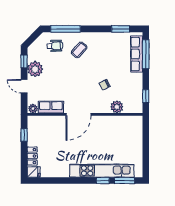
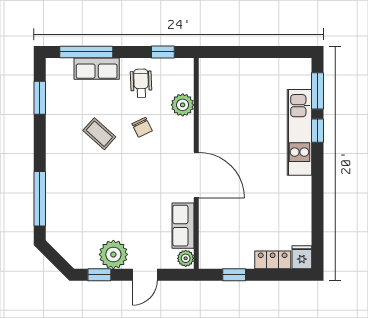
wheelchair: (55, 46) -> (141, 83), moved
coffee table: (79, 50) -> (99, 134), moved
row of seats: (137, 54) -> (97, 69), width x0.68
kitchen unit: (102, 171) -> (299, 132), width x0.73

